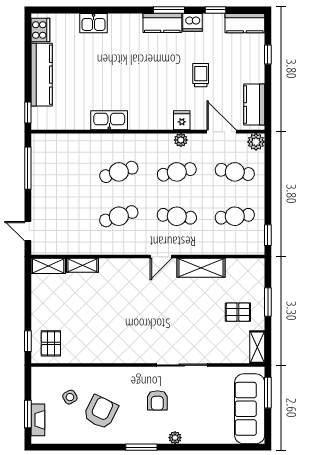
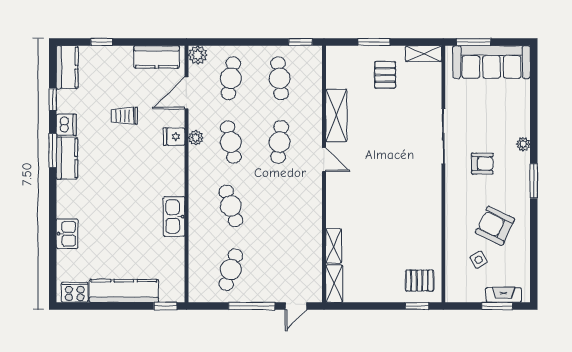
window: (28, 168) -> (252, 306), moved
cafe table: (119, 216) -> (231, 270), moved, turned 36

